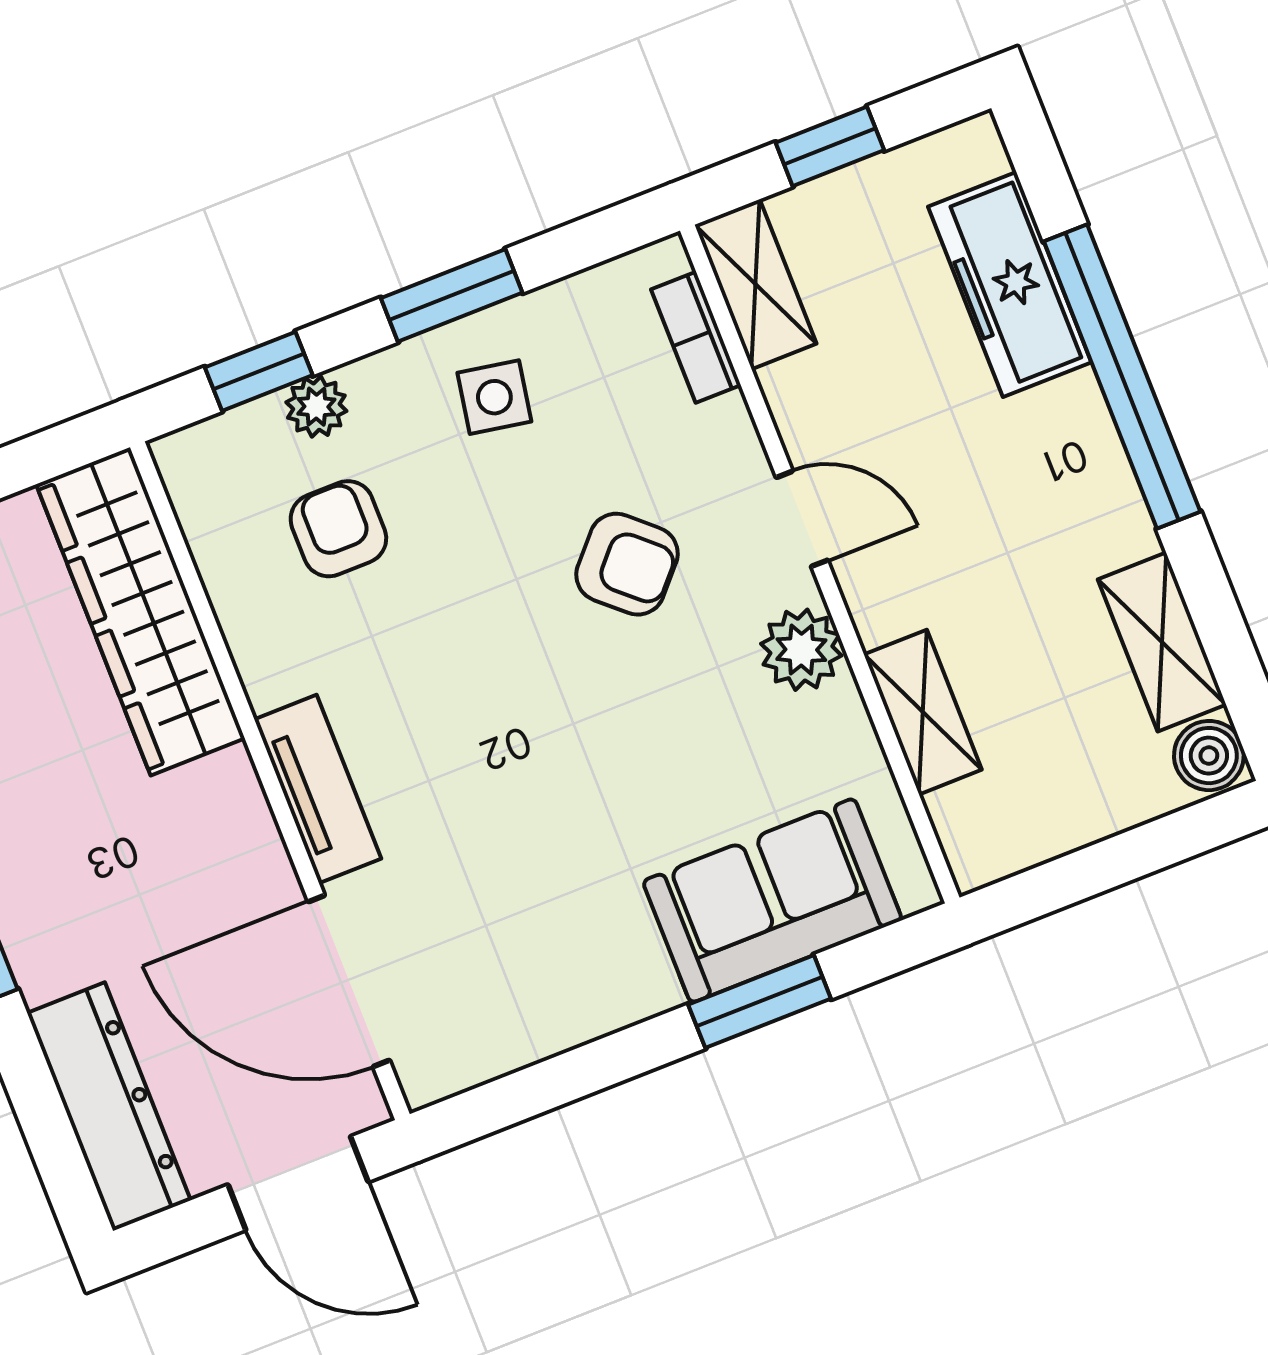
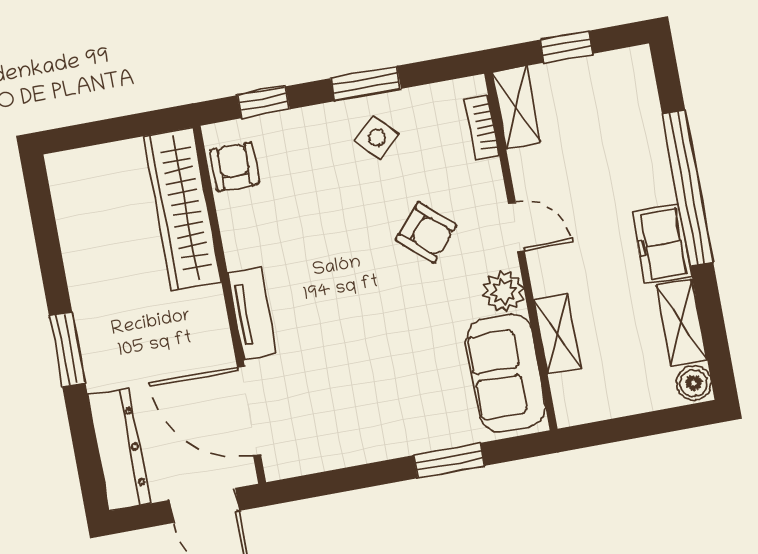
freezer: (1010, 284) -> (662, 244), moved, width x0.71
side table: (494, 397) -> (377, 138), turned 36
plant: (316, 407) -> (288, 125), removed
armchair: (338, 529) -> (234, 167), moved
sofa: (772, 901) -> (506, 373), moved, turned -90

